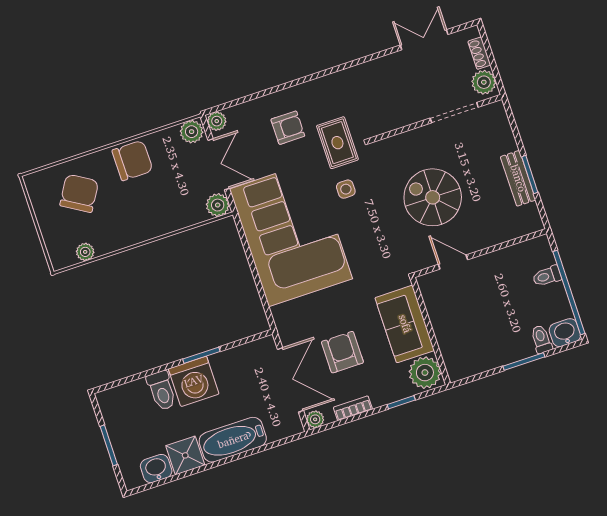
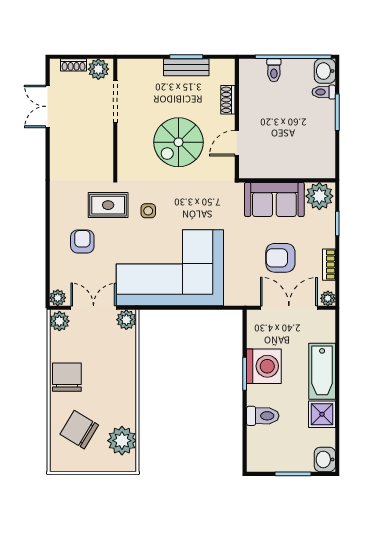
shoe rack: (498, 236) -> (228, 100), added
plant: (85, 252) -> (122, 441), width x1.88, depth x1.88
washing machine: (194, 381) -> (264, 366), moved
washbasin: (156, 469) -> (325, 459), moved

